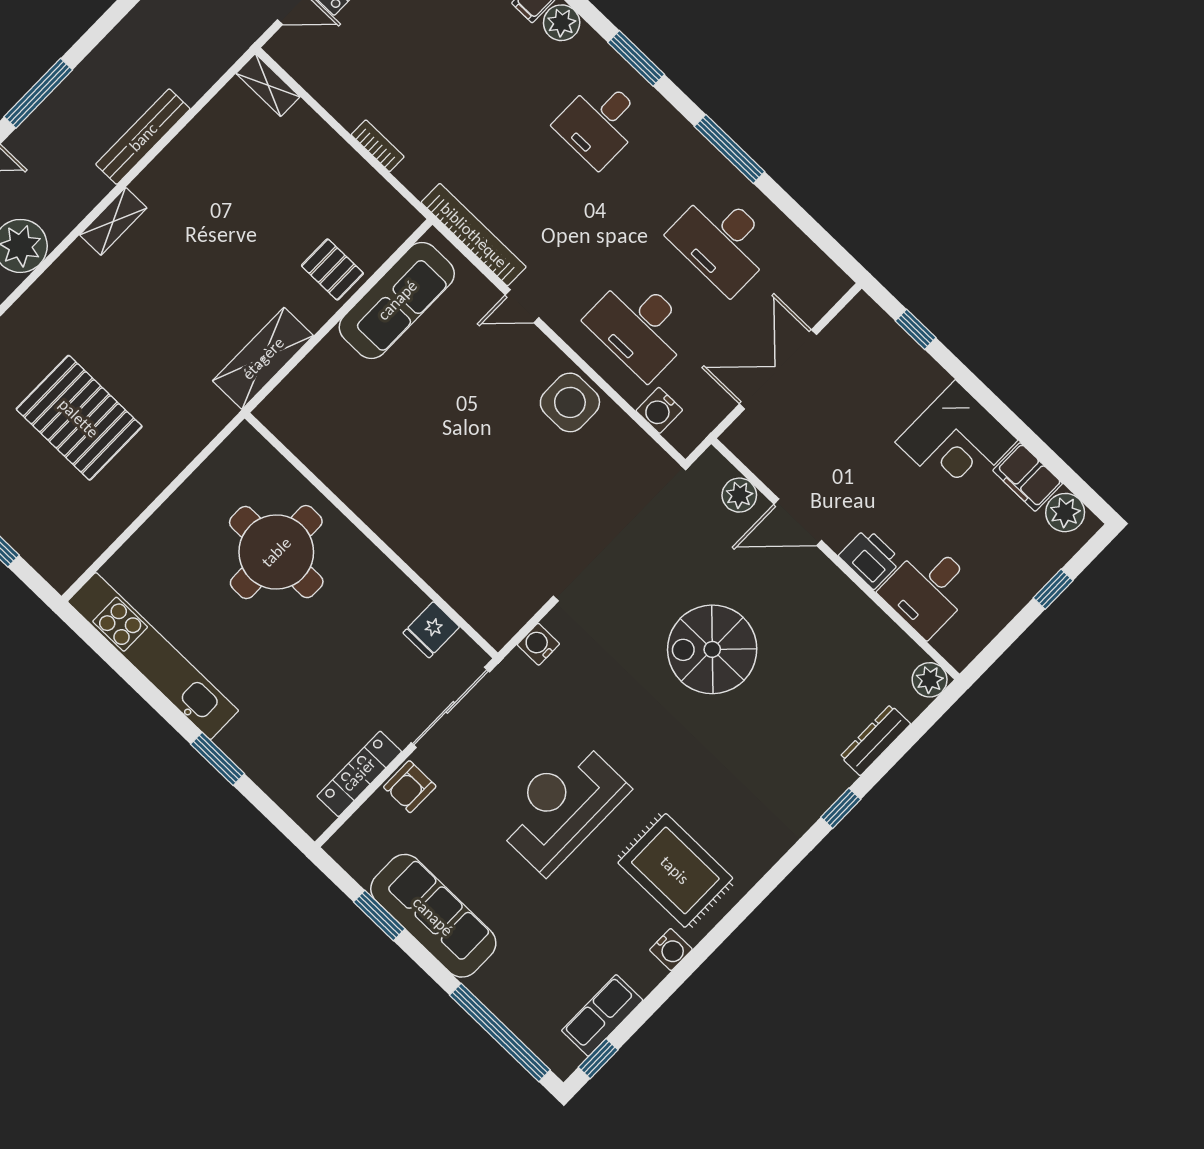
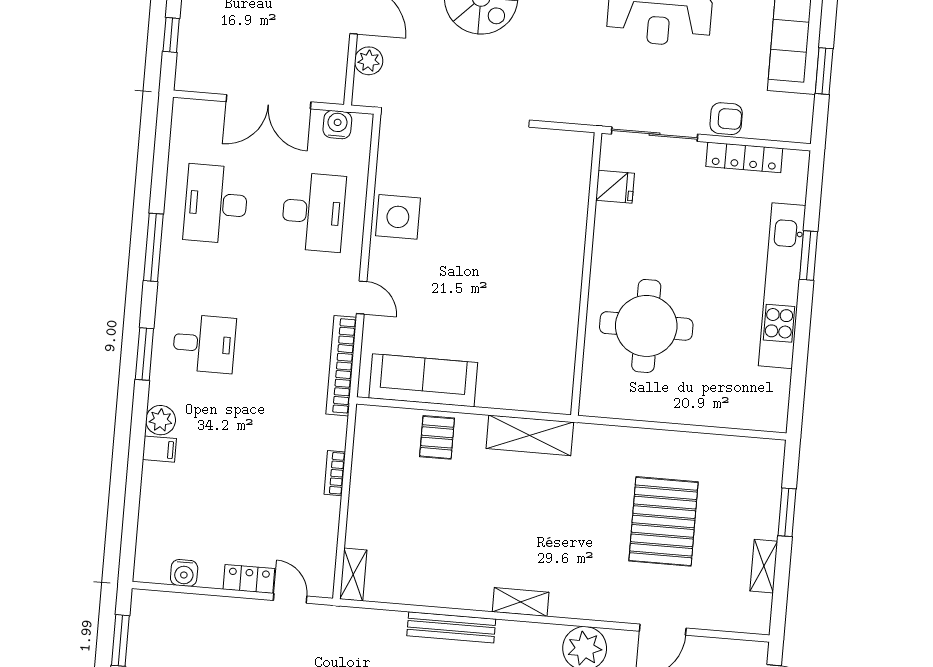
desk: (722, 241) -> (216, 204), turned 180
water cooler: (659, 410) -> (337, 125), moved, turned -90
water cooler: (538, 644) -> (568, 111), removed
kitchen unit: (153, 656) -> (782, 286), moved

